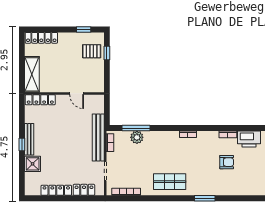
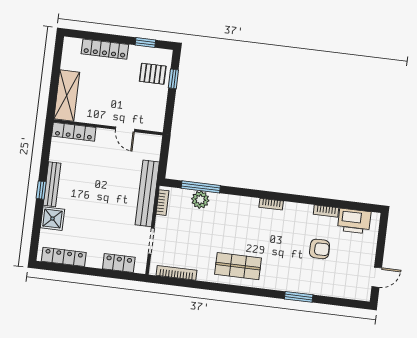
locker: (41, 38) -> (105, 49), moved
locker: (56, 190) -> (64, 257), moved
window: (205, 198) -> (299, 297), moved

